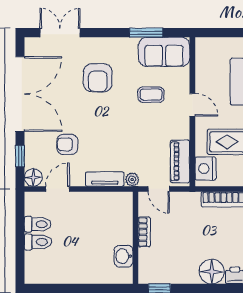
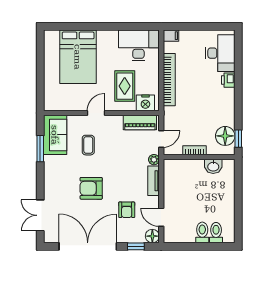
armchair: (98, 78) -> (91, 188), moved, turned 180
toilet: (38, 224) -> (216, 233), moved
floor lamp: (212, 272) -> (225, 136), moved

